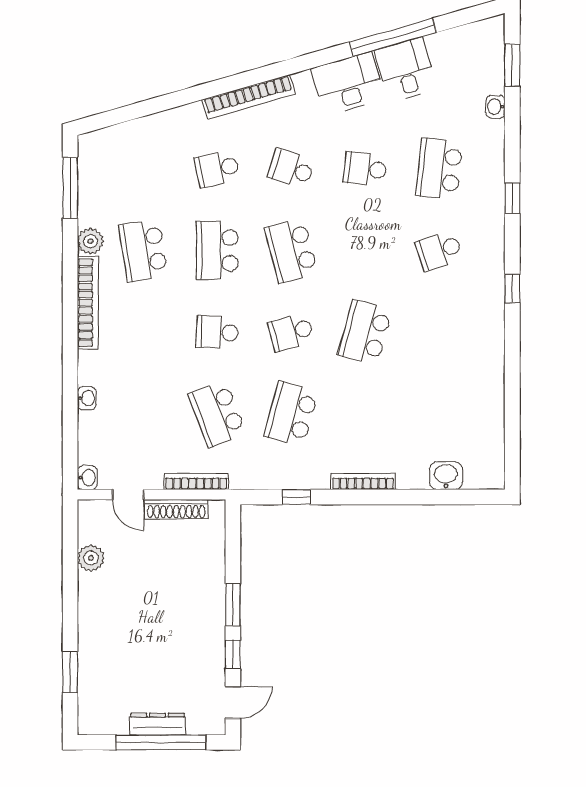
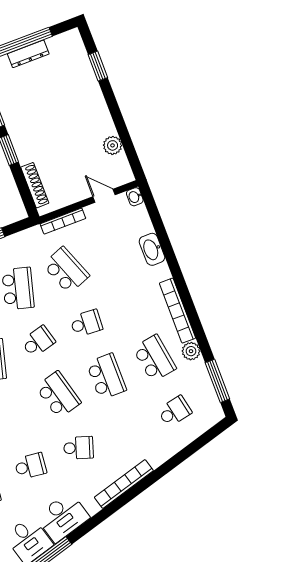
school desk: (217, 169) -> (175, 411), moved
washbasin: (87, 398) -> (152, 249), width x1.91, depth x1.45
shoe rack: (176, 509) -> (35, 185), moved, turned 90

